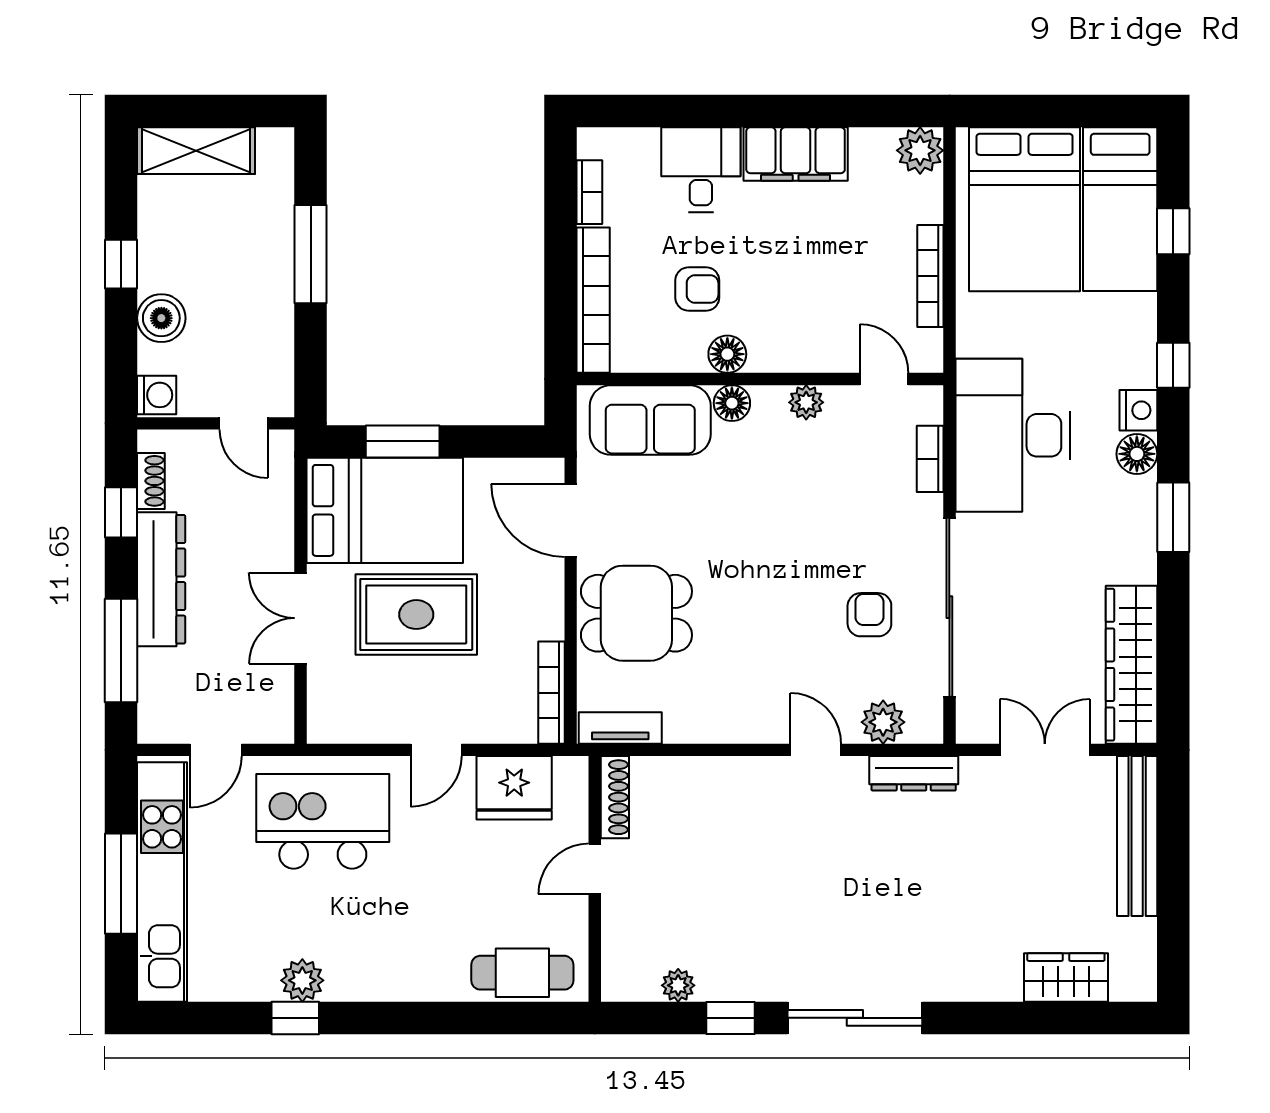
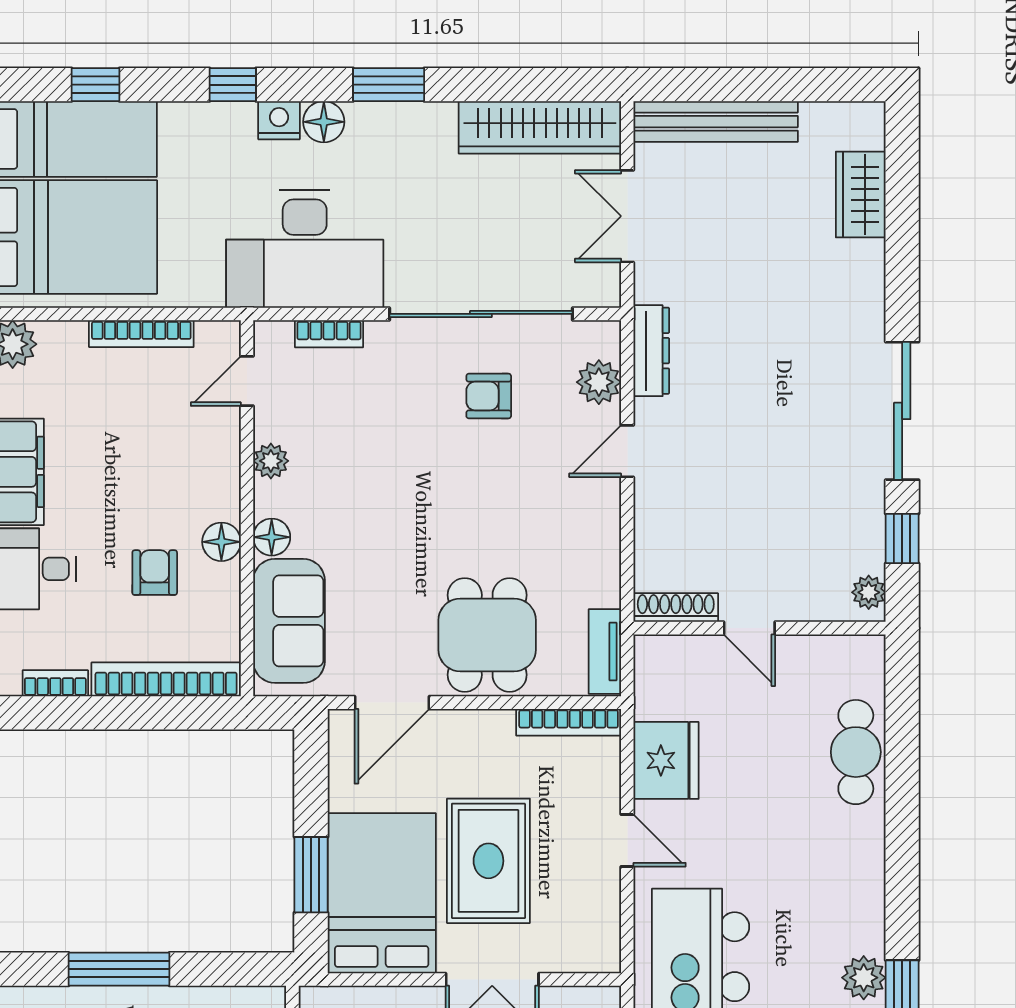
shoe rack: (615, 797) -> (676, 608), moved
door: (595, 869) -> (749, 628), moved
wall: (595, 879) -> (760, 628), moved

